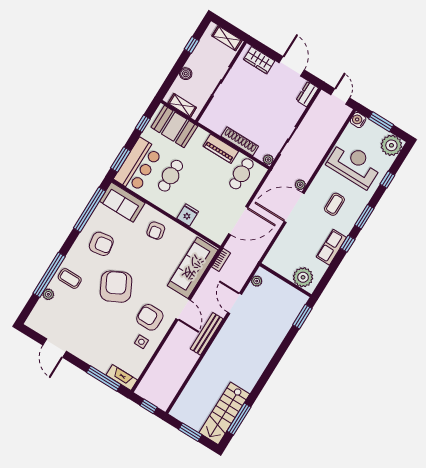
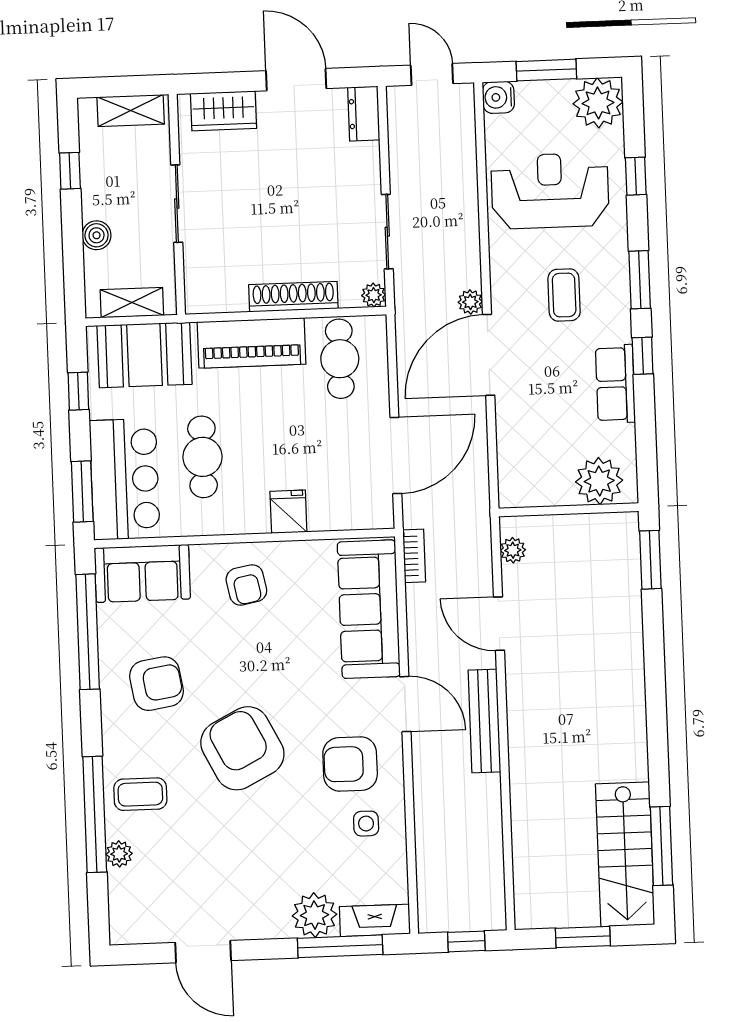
piano: (221, 149) -> (252, 343), width x1.37, depth x1.33
plant: (102, 362) -> (315, 915), added

